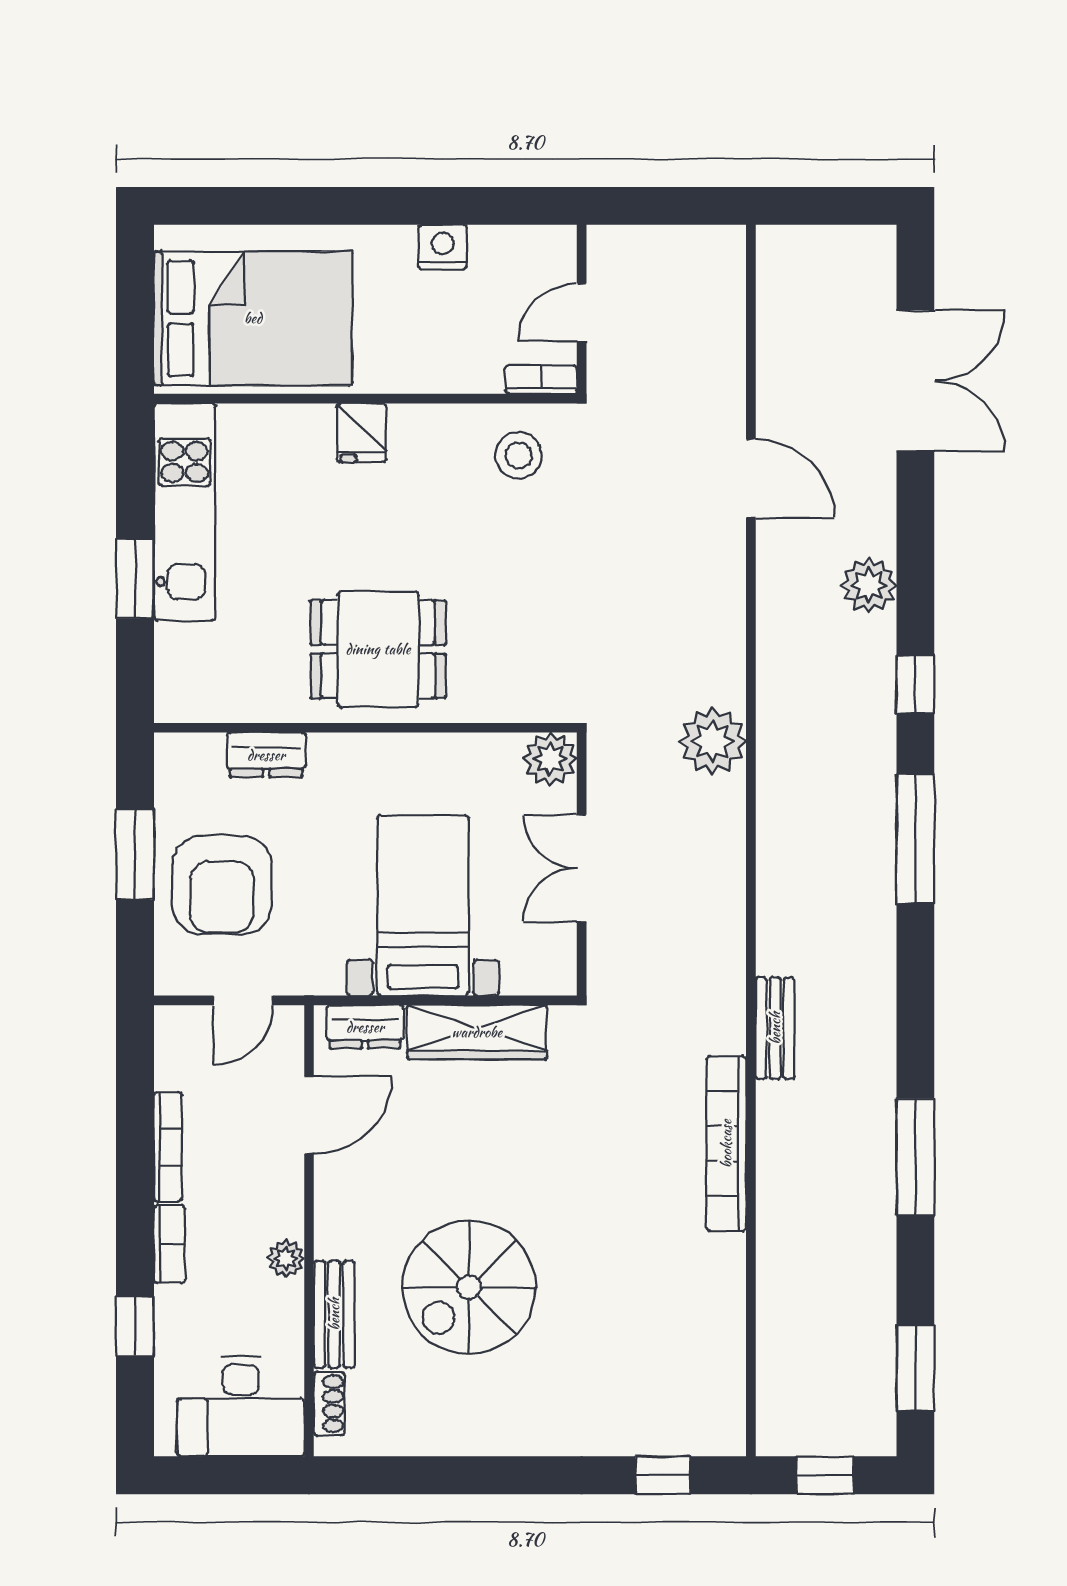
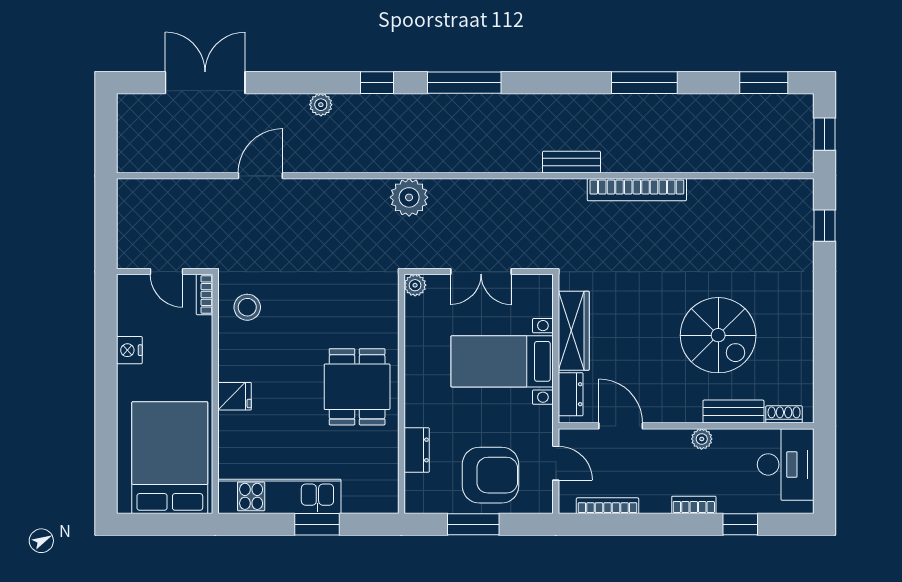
plant: (869, 585) -> (321, 105), width x0.73, depth x0.73
plant: (550, 759) -> (415, 285), width x0.73, depth x0.73
bookcase: (168, 1147) -> (608, 506), moved

